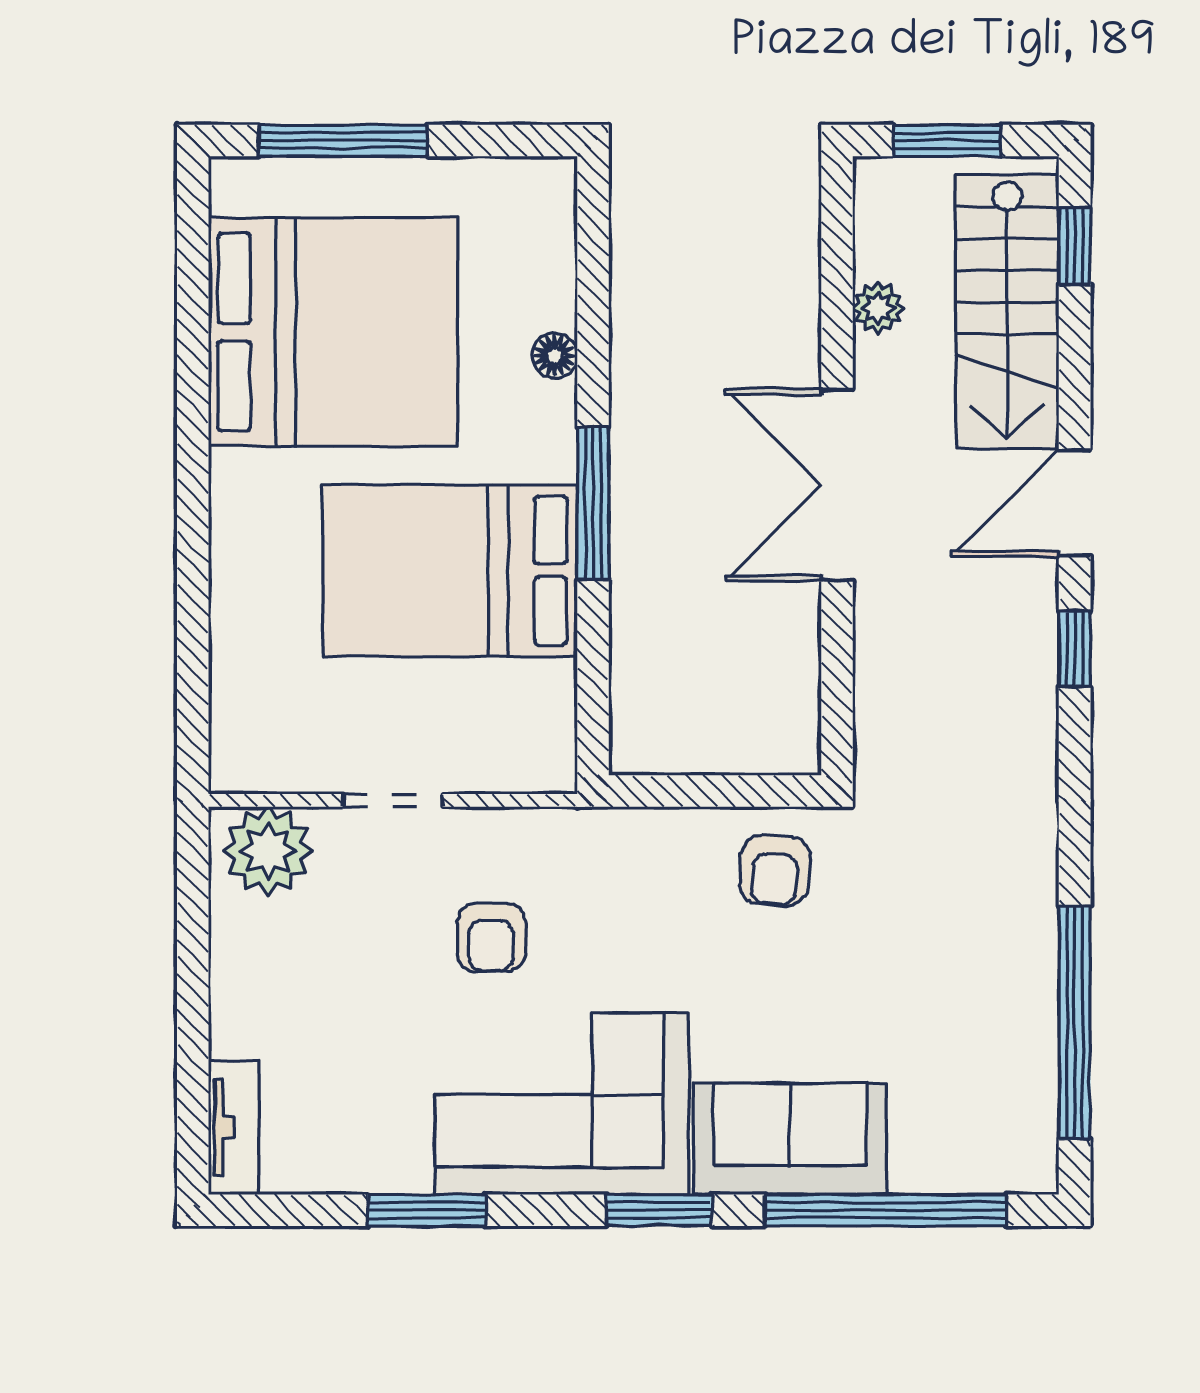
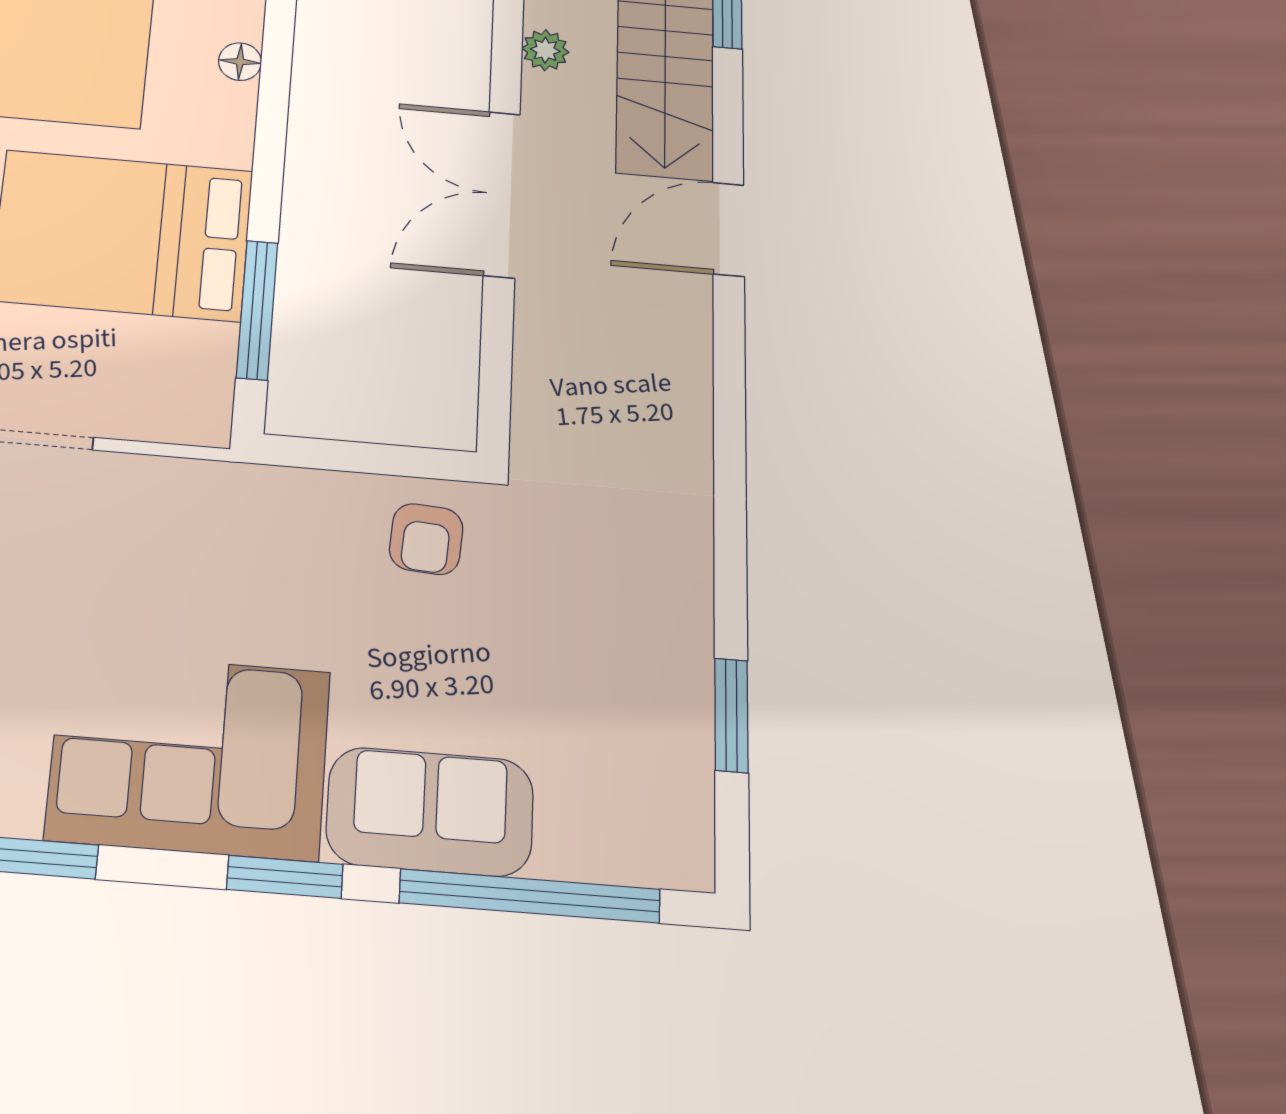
window: (593, 503) -> (257, 310), moved
window: (1075, 649) -> (729, 358), removed
armchair: (491, 937) -> (130, 580), removed
window: (1075, 1023) -> (731, 715), width x0.47

